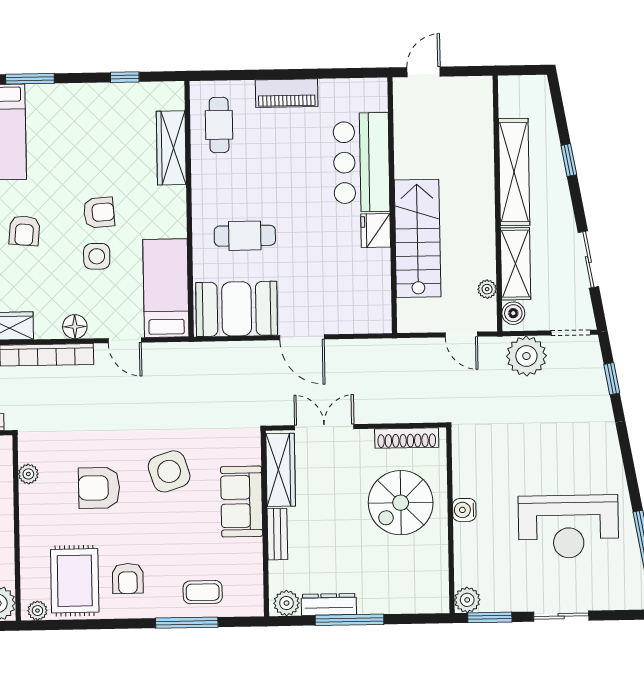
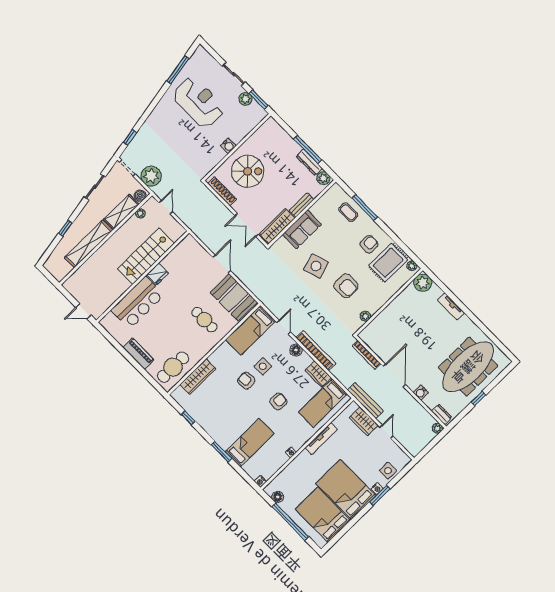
cafe table: (219, 125) -> (173, 367), width x1.37, depth x1.35
plant: (467, 600) -> (245, 99), moved

